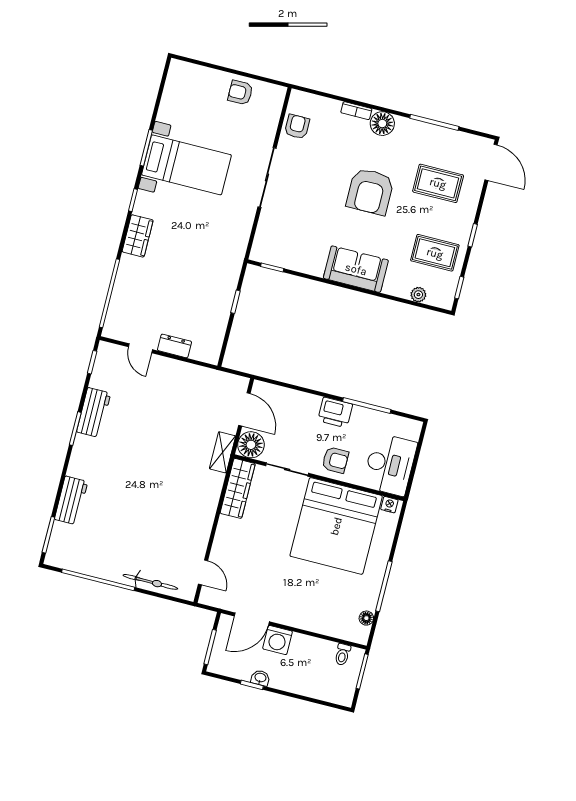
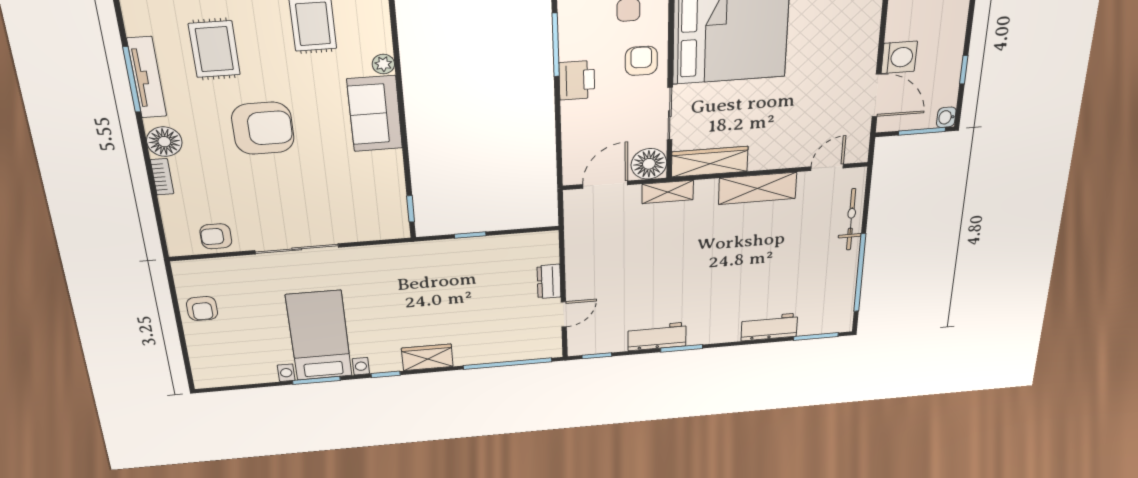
tv unit: (433, 132) -> (147, 77), added
plant: (418, 295) -> (383, 64), moved
shelving: (203, 518) -> (758, 188), added
washbasin: (260, 678) -> (946, 117), moved

